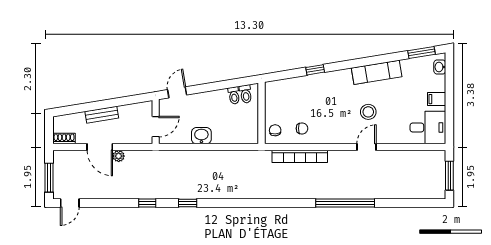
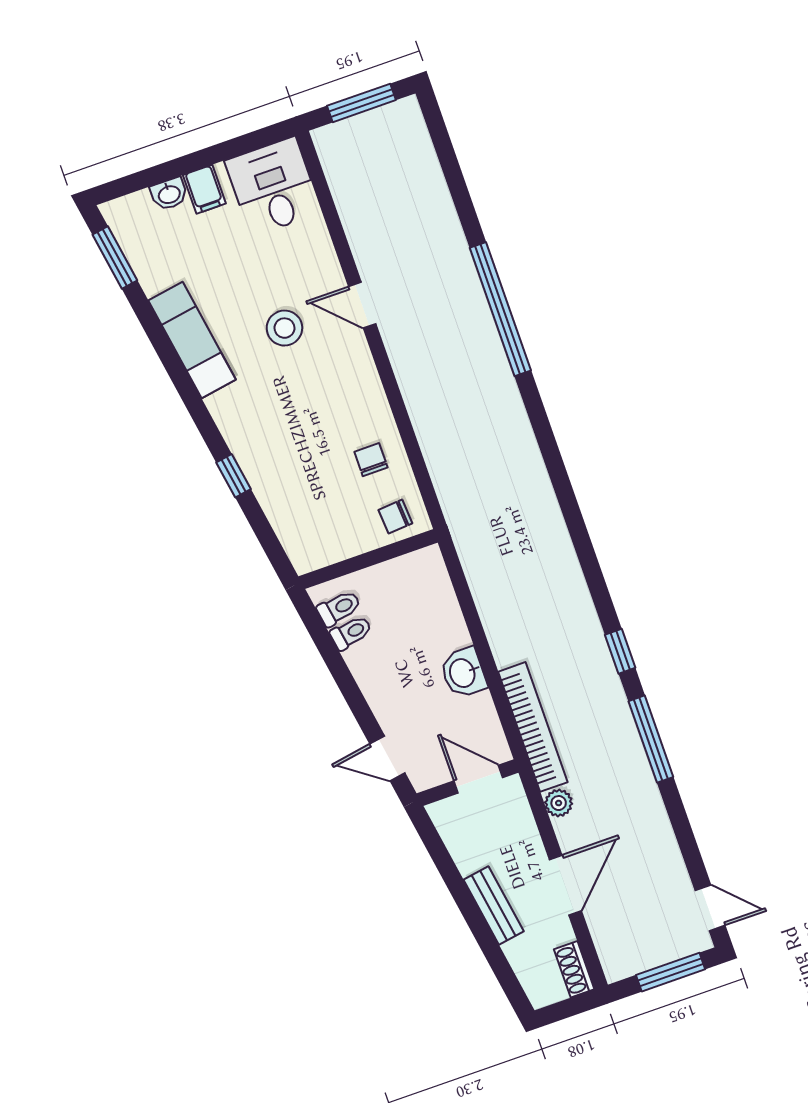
washbasin: (440, 67) -> (169, 194), moved
plant: (119, 156) -> (559, 803), moved
bookcase: (300, 156) -> (533, 727), moved
window: (147, 203) -> (651, 739), width x2.17

